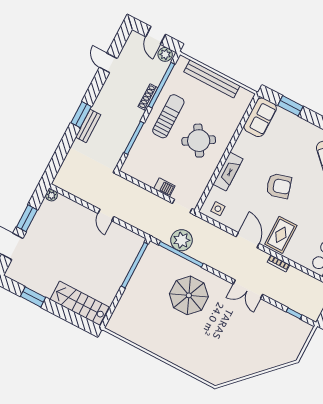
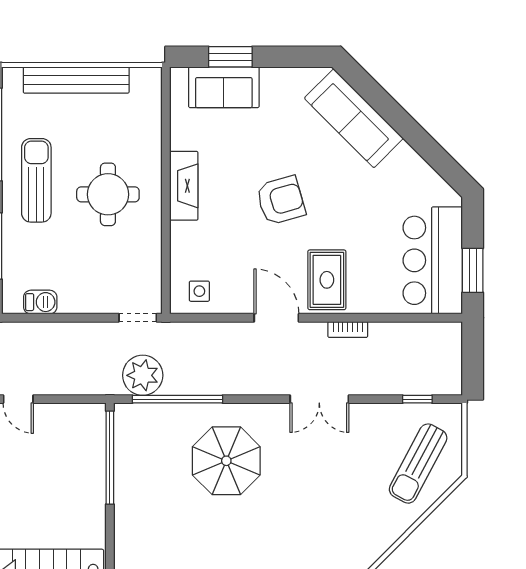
sofa: (260, 117) -> (224, 87), moved, turned 90
round table: (199, 141) -> (108, 194), turned 31
fireplace: (228, 172) -> (184, 186), moved
barbecue: (164, 187) -> (40, 302), moved
plant: (182, 240) -> (143, 375), moved
sun lounger: (279, 344) -> (418, 464), added

